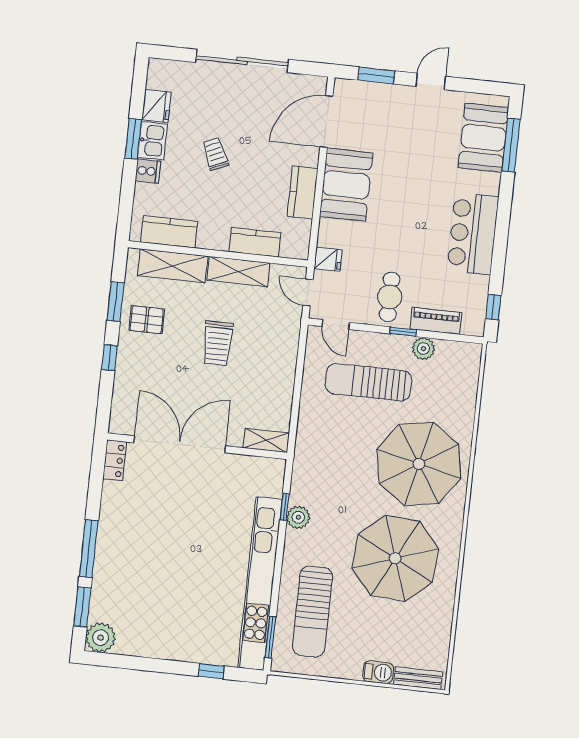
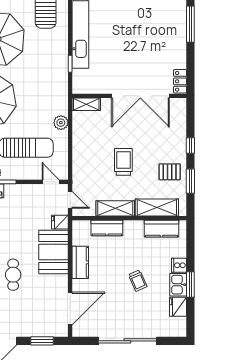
booth: (346, 185) -> (54, 252), moved
cafe table: (390, 297) -> (13, 275), moved
plant: (298, 517) -> (61, 123), moved

